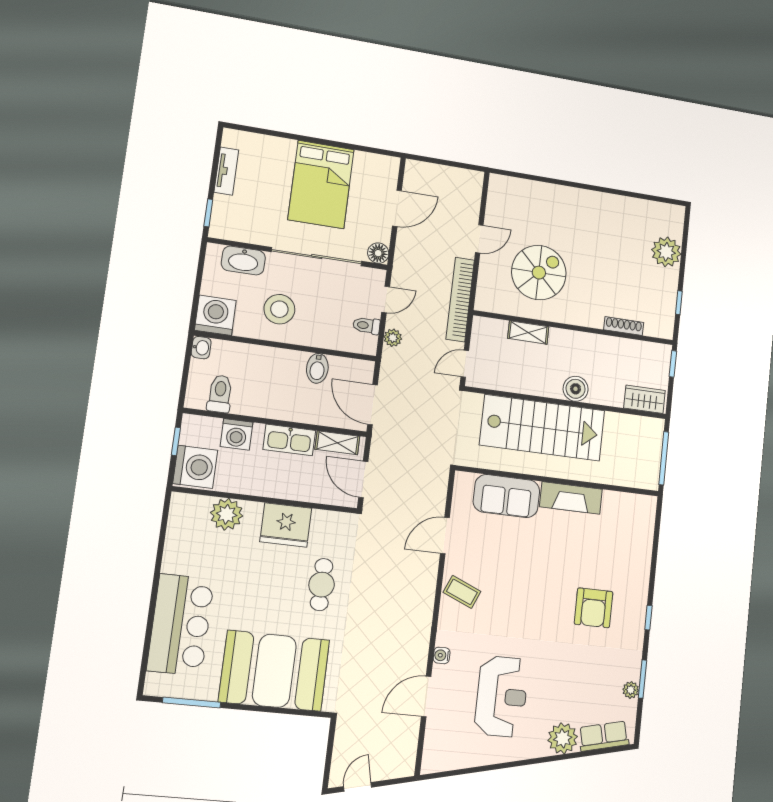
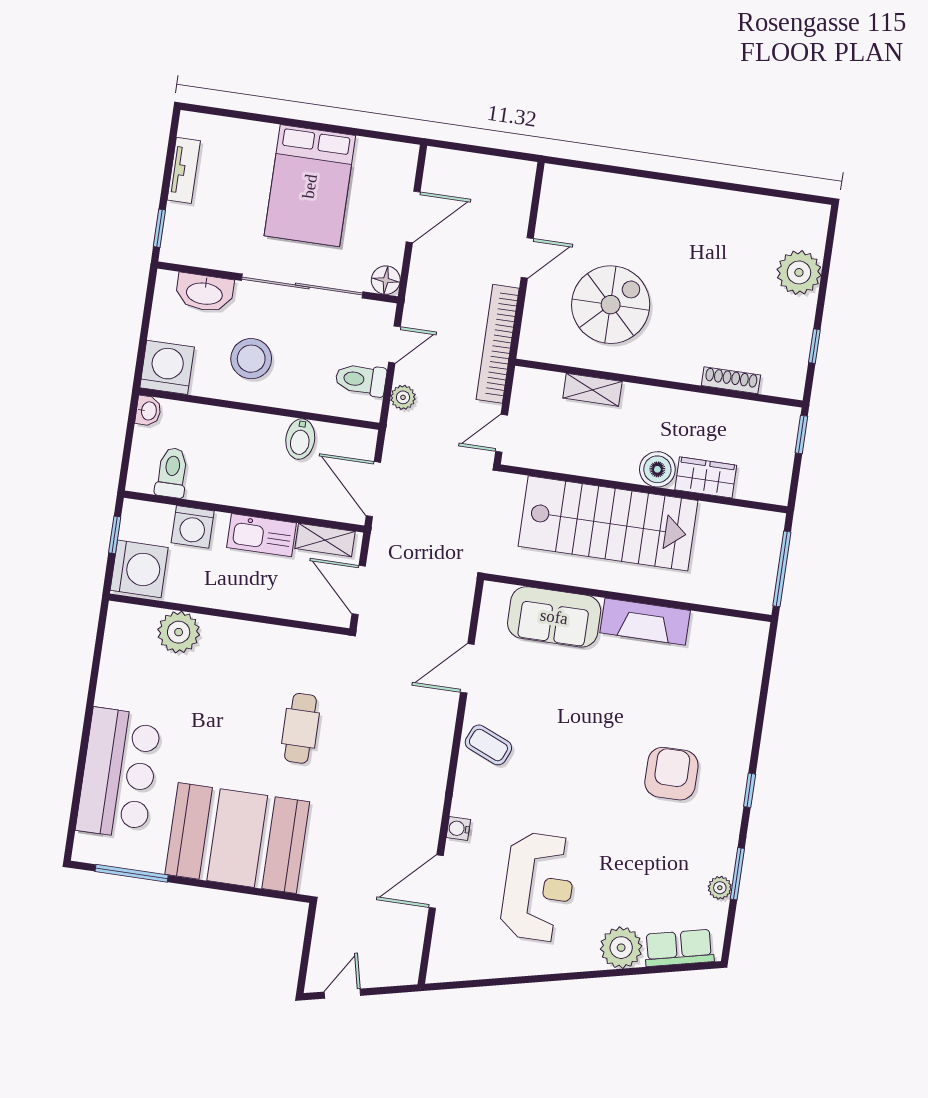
toilet: (367, 326) -> (361, 380), width x1.37, depth x1.39
wardrobe: (644, 399) -> (706, 477), moved
fridge: (286, 525) -> (255, 648), removed
armchair: (594, 608) -> (671, 774), turned 180

